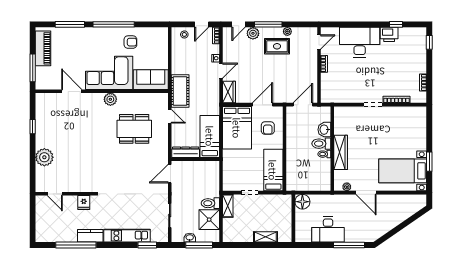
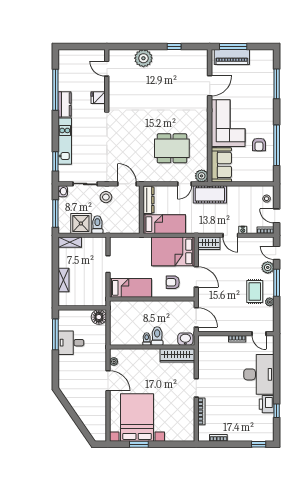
window: (114, 24) -> (277, 145), moved
piano: (43, 48) -> (232, 57), moved
plant: (110, 99) -> (202, 176), moved
dining table: (134, 129) -> (172, 148), turned 90
washbasin: (324, 130) -> (185, 339), moved
wardrobe: (341, 152) -> (177, 355), moved
bed with nightstands: (403, 171) -> (137, 418), width x1.36
door: (366, 193) -> (108, 381), swing flipped
door: (55, 194) -> (107, 69), hinge flipped
stool: (183, 195) -> (106, 197), added
shelving: (228, 206) -> (70, 242), moved
desk: (328, 230) -> (71, 343), width x0.73
washbasin: (190, 238) -> (63, 191), moved
window: (349, 245) -> (55, 334), moved

